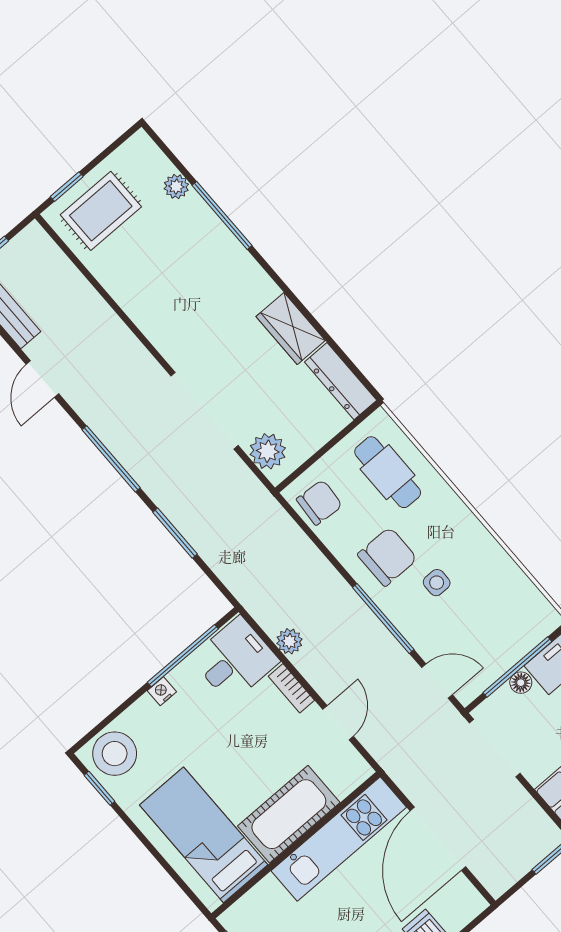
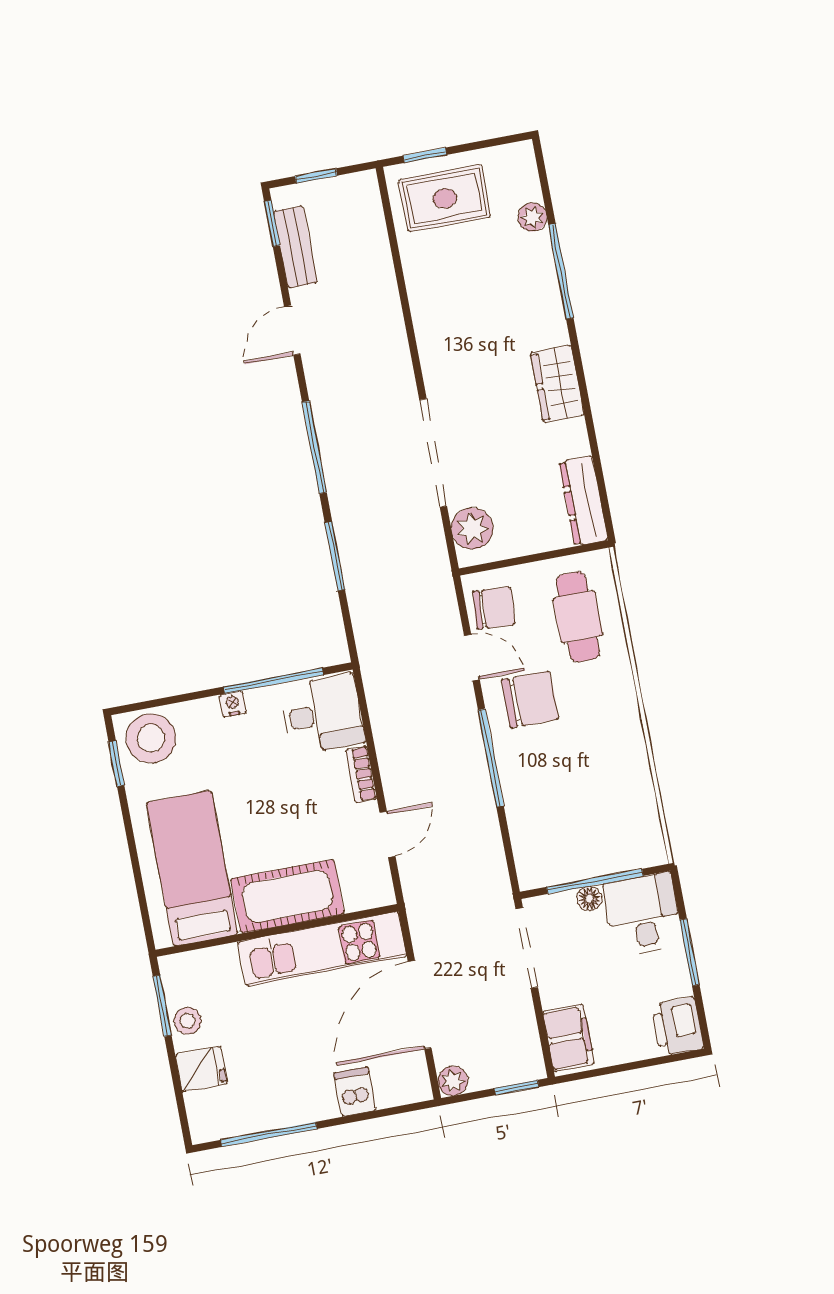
wardrobe: (291, 328) -> (557, 384), moved
side table: (437, 583) -> (563, 753), removed
plant: (289, 641) -> (453, 1081), moved
door: (437, 681) -> (472, 658), moved

